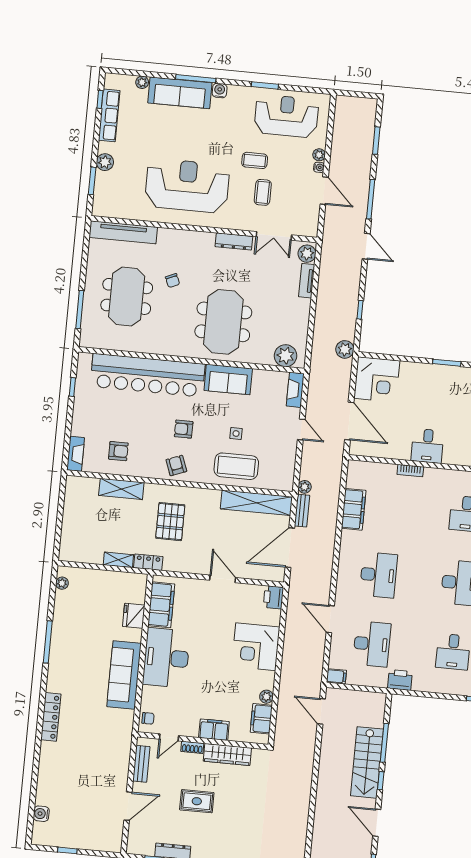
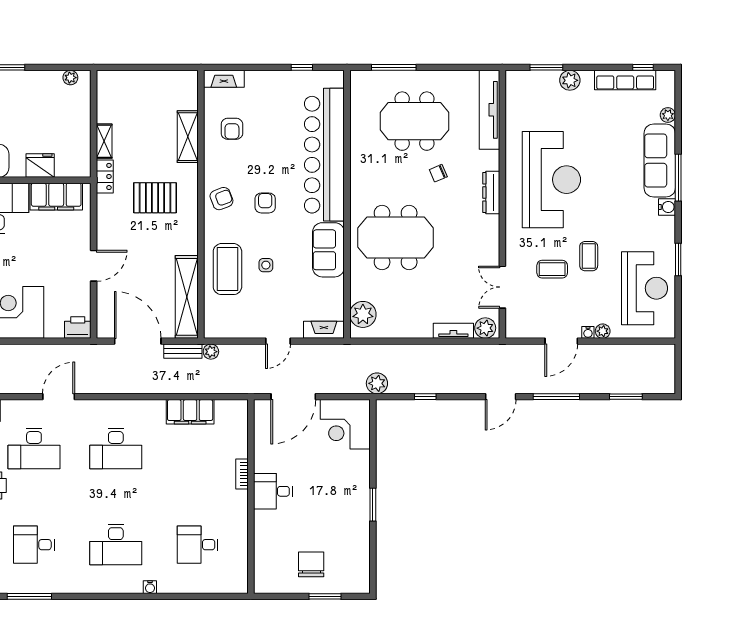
dresser: (234, 241) -> (491, 192), moved

